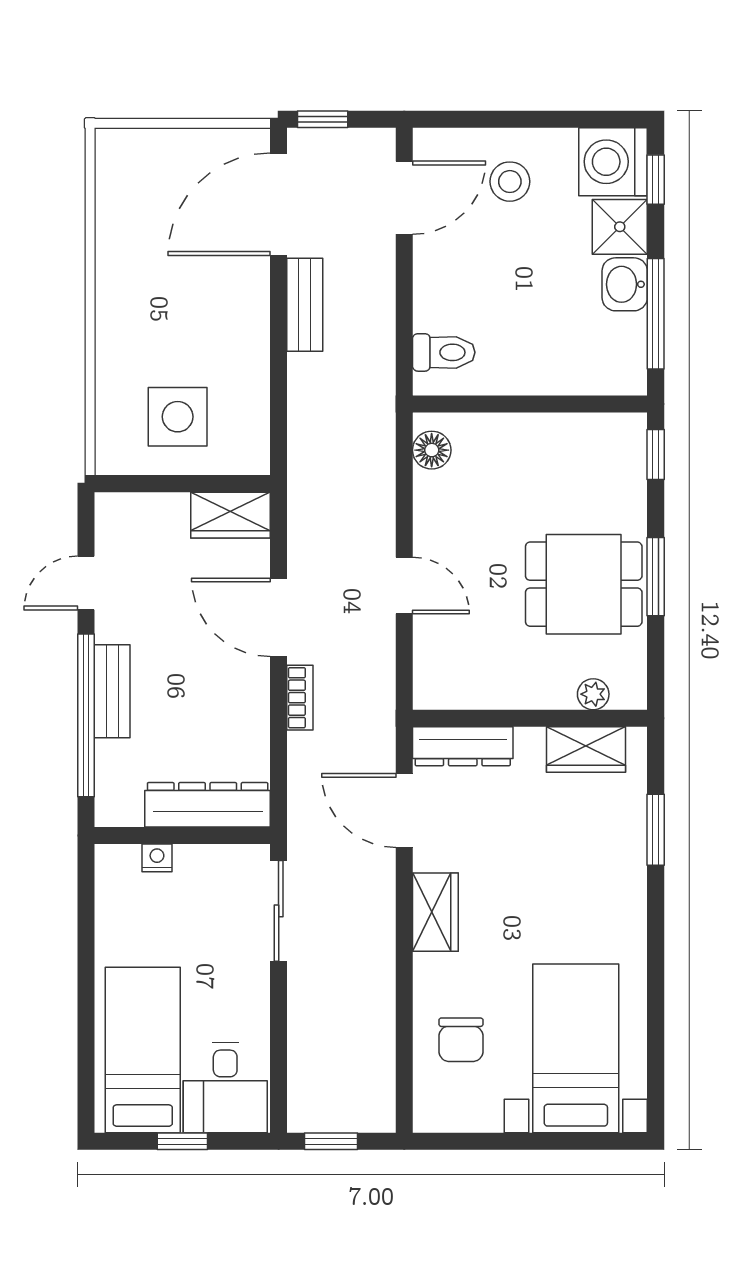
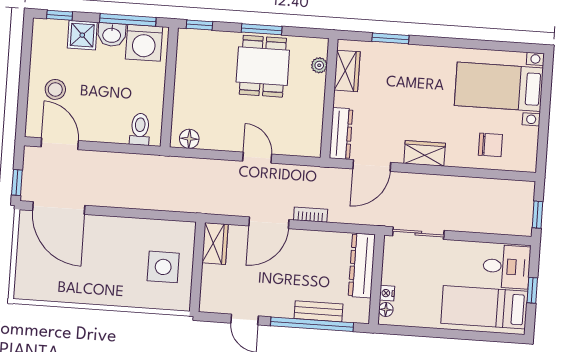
washing machine: (613, 162) -> (144, 43), moved
bench: (305, 305) -> (111, 198), removed
door: (404, 585) -> (257, 158), hinge flipped
bench: (112, 691) -> (318, 311), moved
floor lamp: (125, 858) -> (386, 310), added

